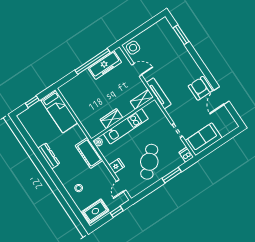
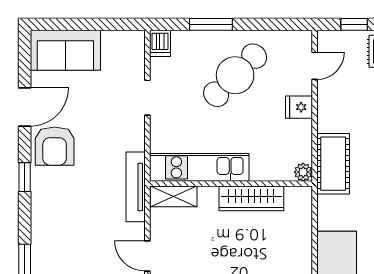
window: (204, 69) -> (25, 177), added
wardrobe: (111, 119) -> (251, 198), width x1.50
kitchen unit: (126, 126) -> (199, 167), moved
sofa: (204, 139) -> (65, 50), moved

